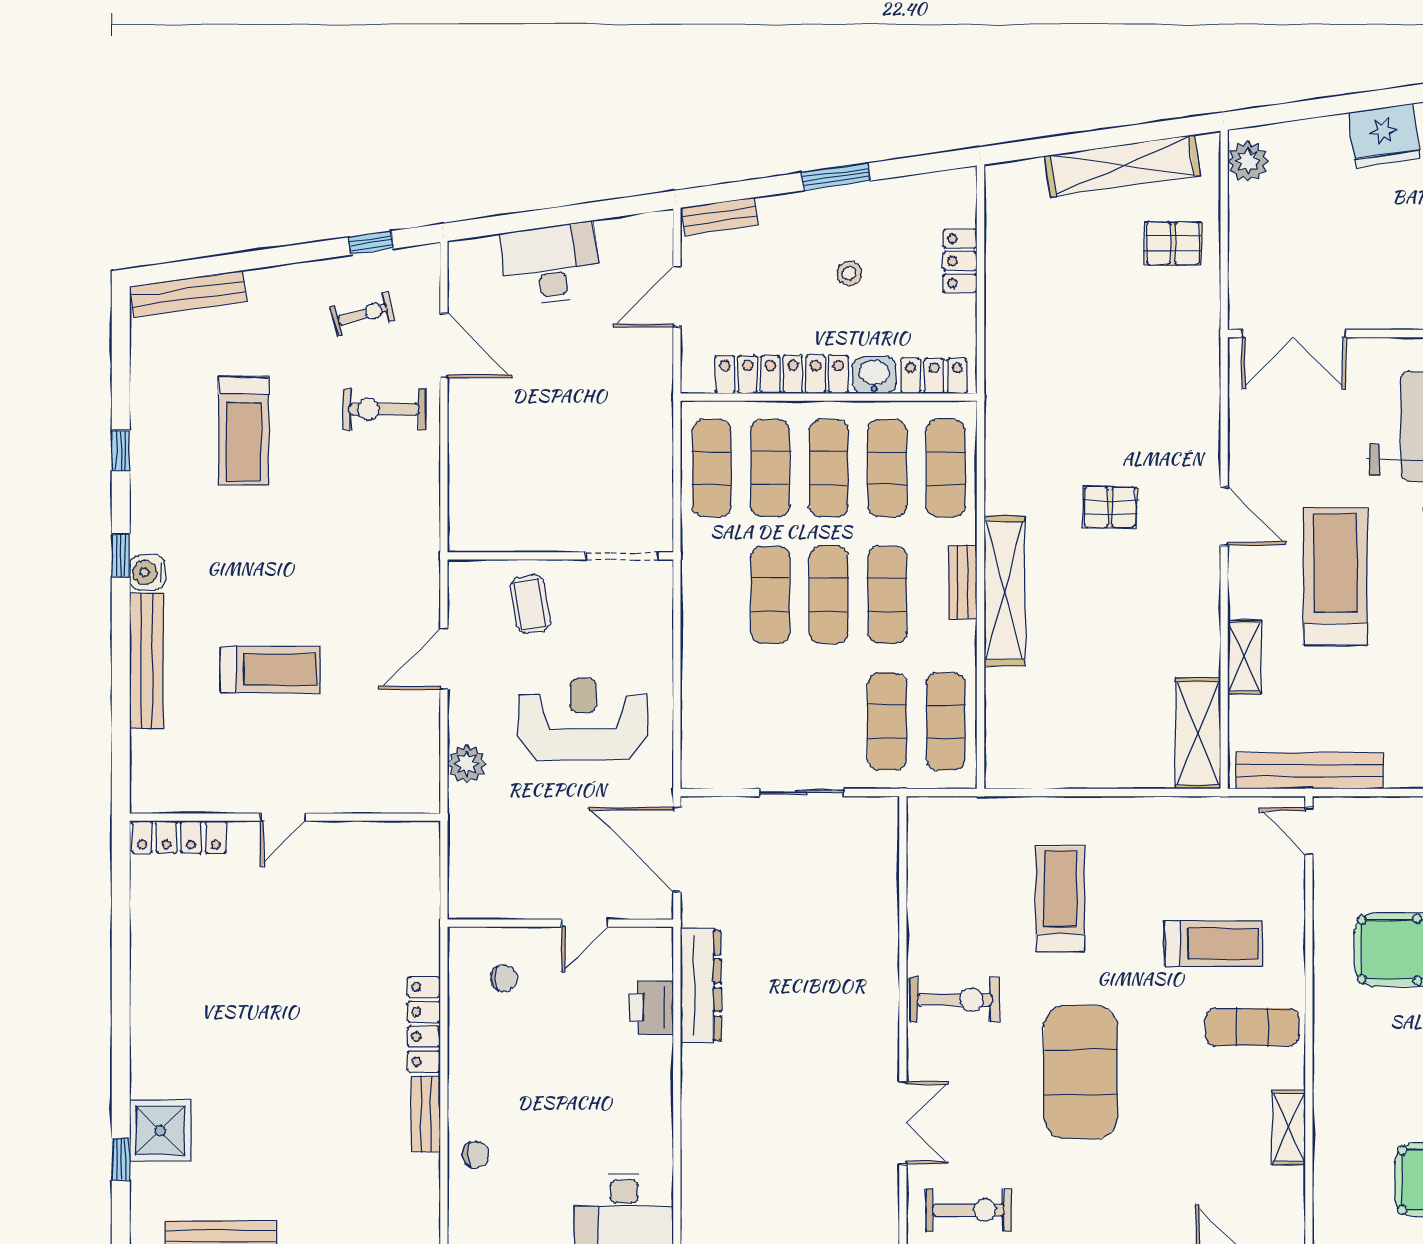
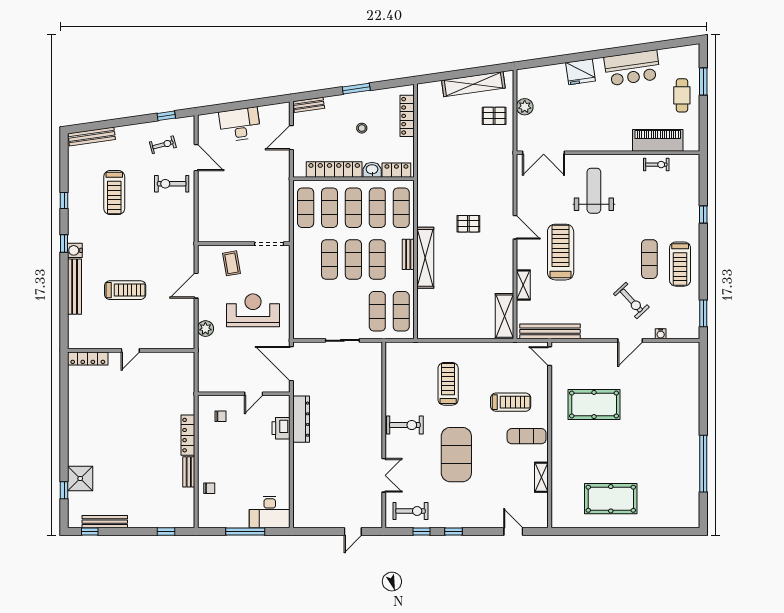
plant: (1248, 161) -> (525, 107), moved
locker: (960, 261) -> (407, 116), width x1.53

